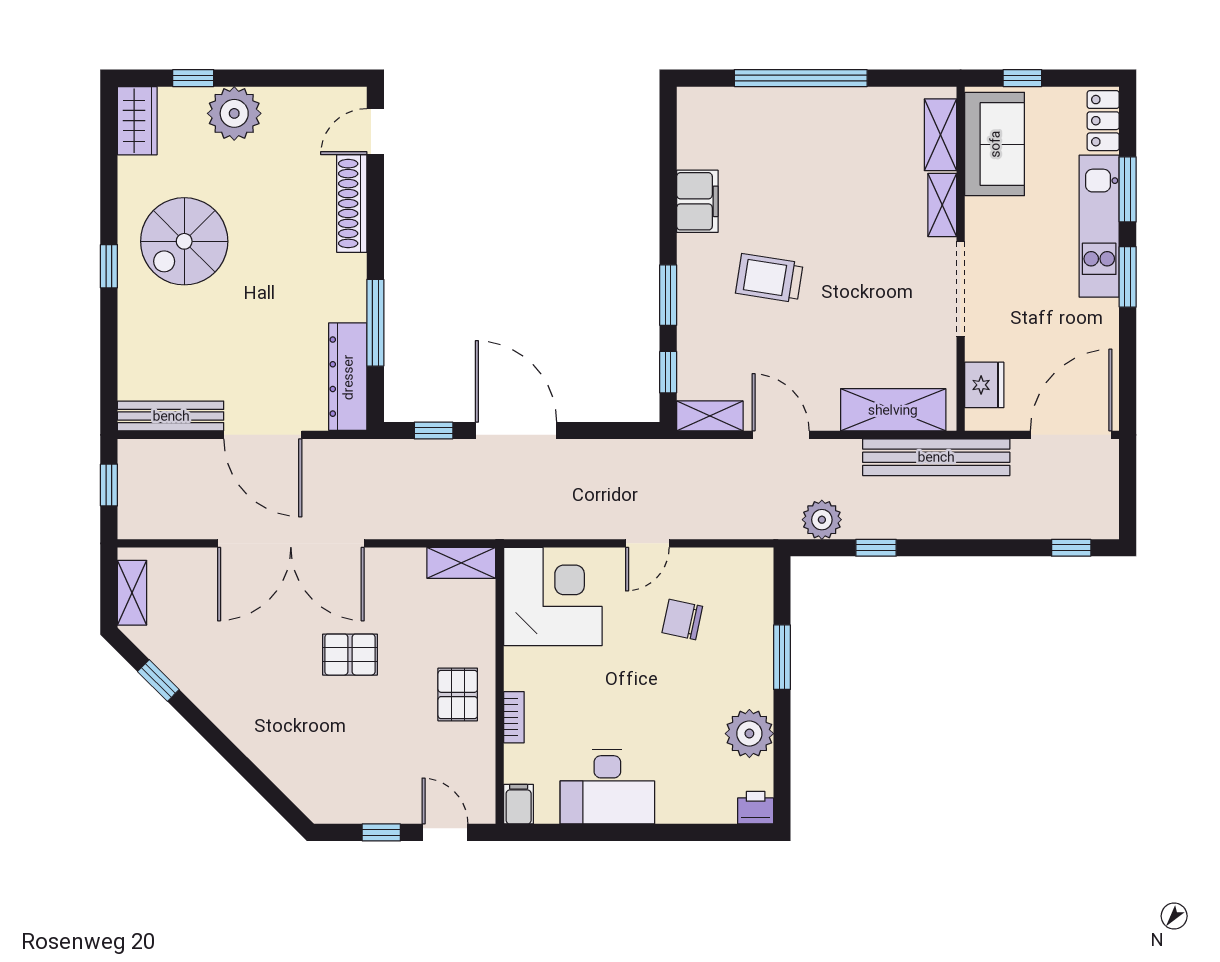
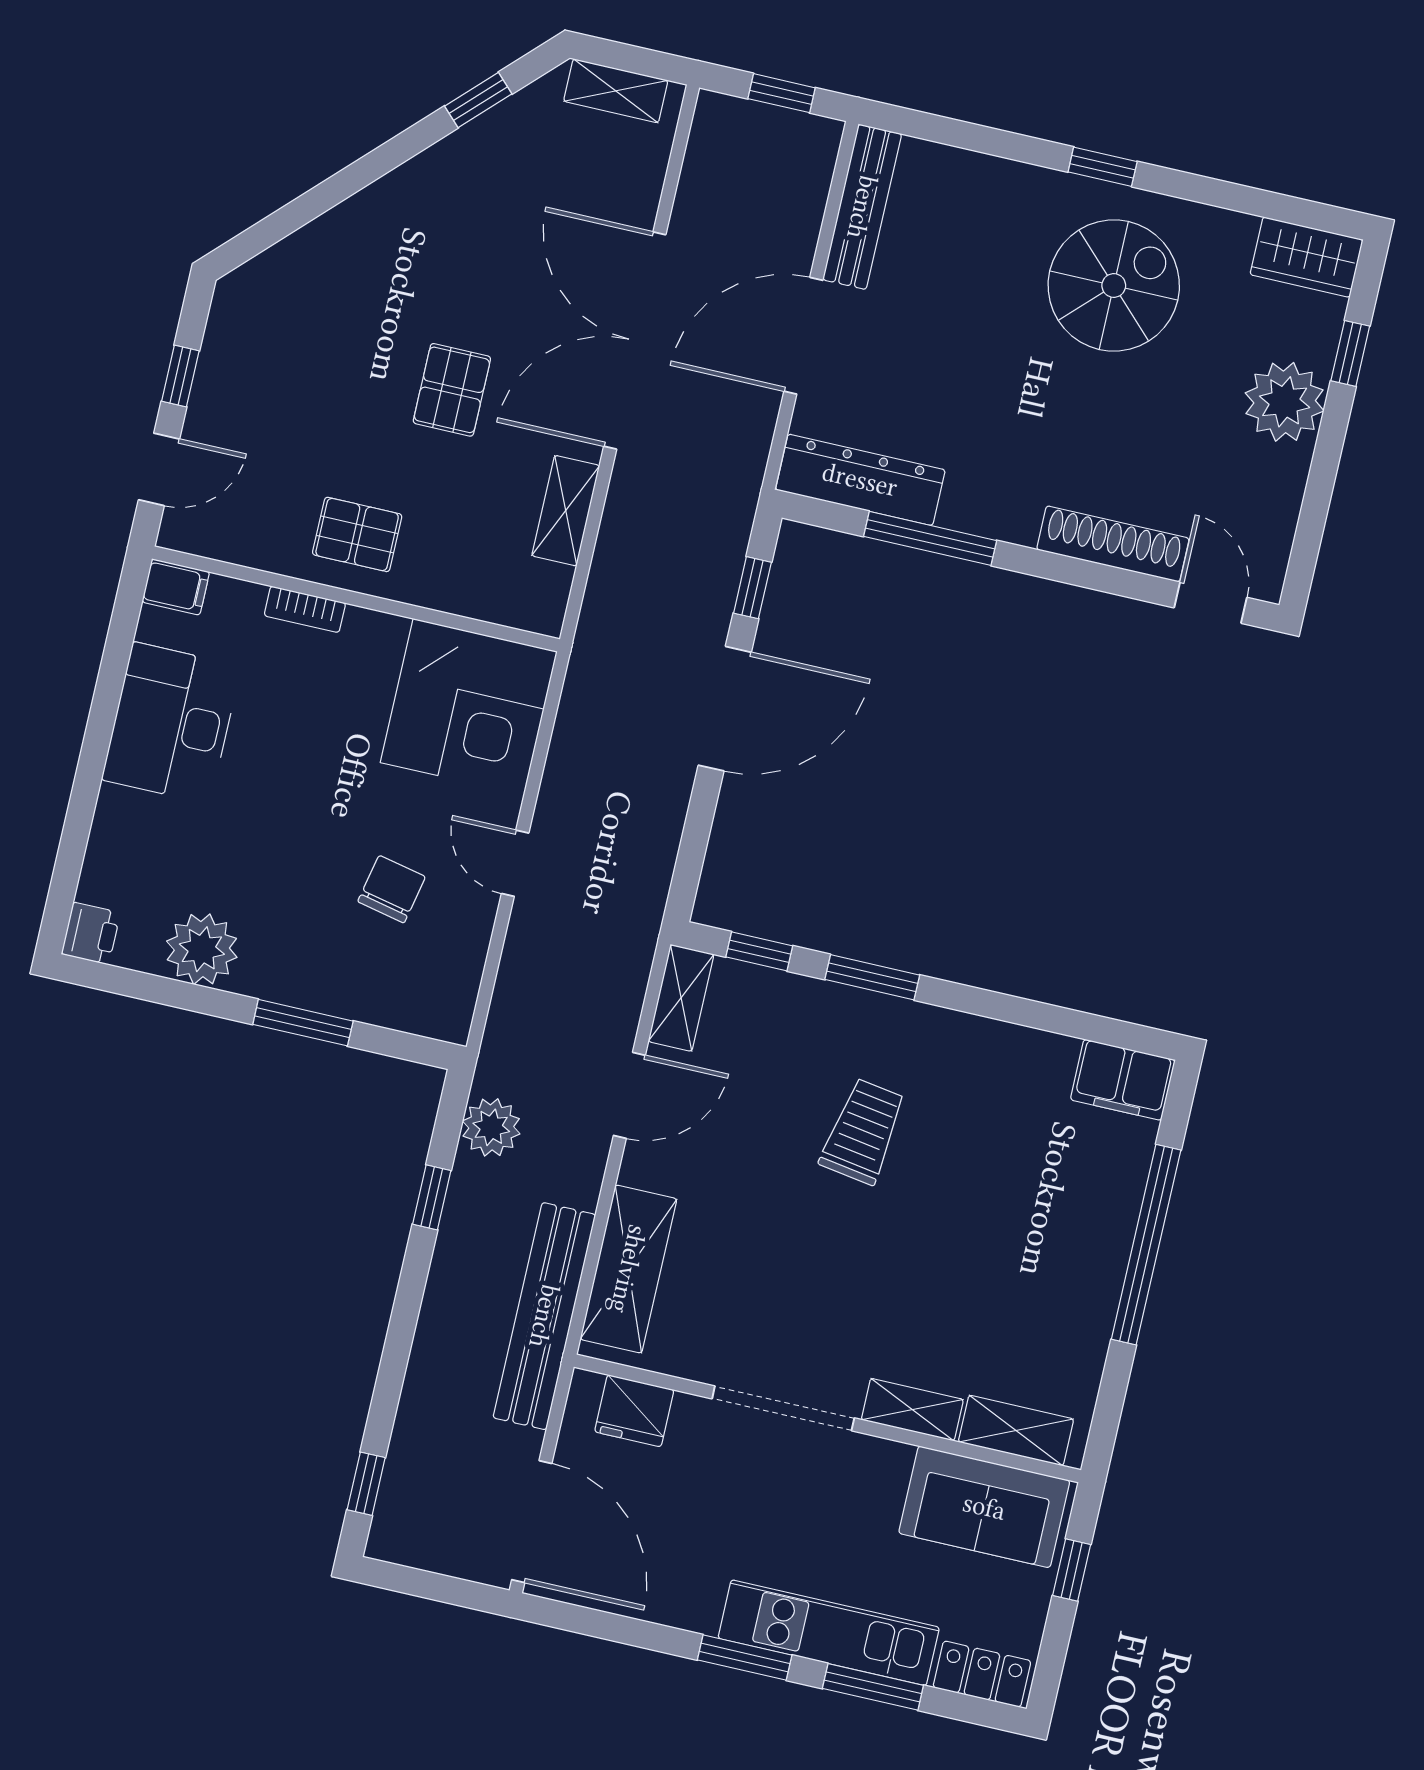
filing cabinet: (697, 201) -> (1123, 1080), moved
spiral stairs: (184, 241) -> (1114, 286), turned 90
shelving: (461, 563) -> (566, 511), moved

